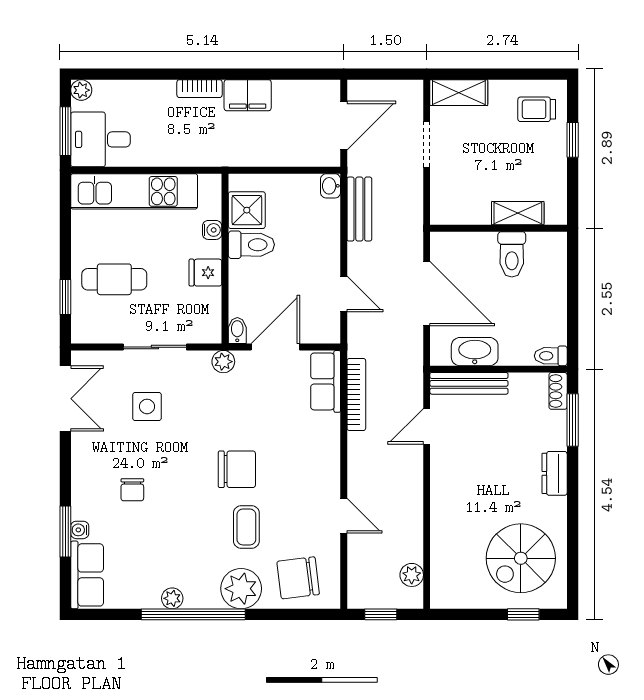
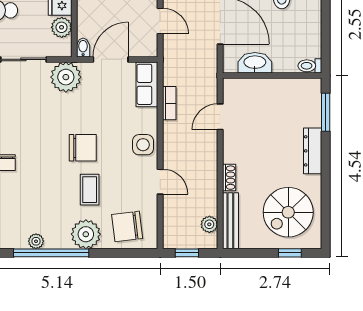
plant: (207, 303) -> (62, 27), added
plant: (223, 362) -> (66, 77), width x1.88, depth x1.88
bench: (469, 383) -> (230, 221), moved, turned 90
shoe rack: (558, 391) -> (229, 178), moved, turned 180
bookcase: (356, 394) -> (169, 103), width x0.64
side table: (147, 406) -> (143, 145), moved
dresser: (555, 473) -> (313, 151), width x1.44

